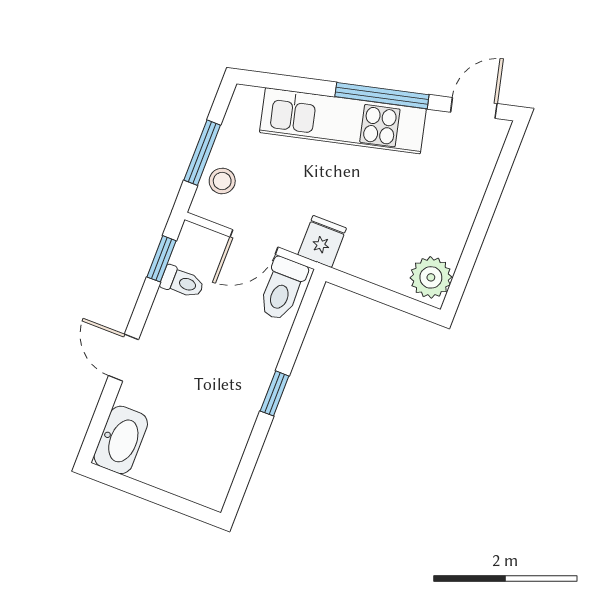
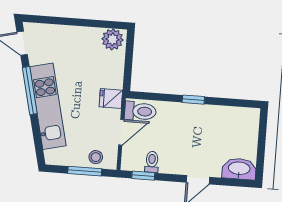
door: (254, 242) -> (121, 132), hinge flipped

